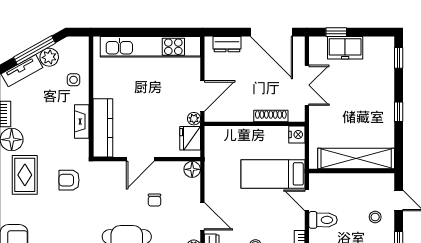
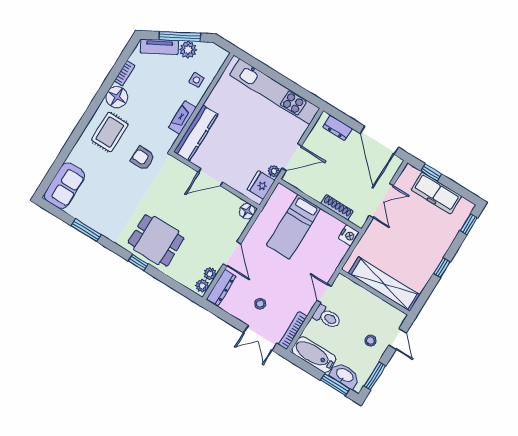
freezer: (345, 48) -> (436, 193), width x1.40
bed: (273, 174) -> (294, 227), moved, turned -90
chair: (154, 200) -> (202, 217), removed

